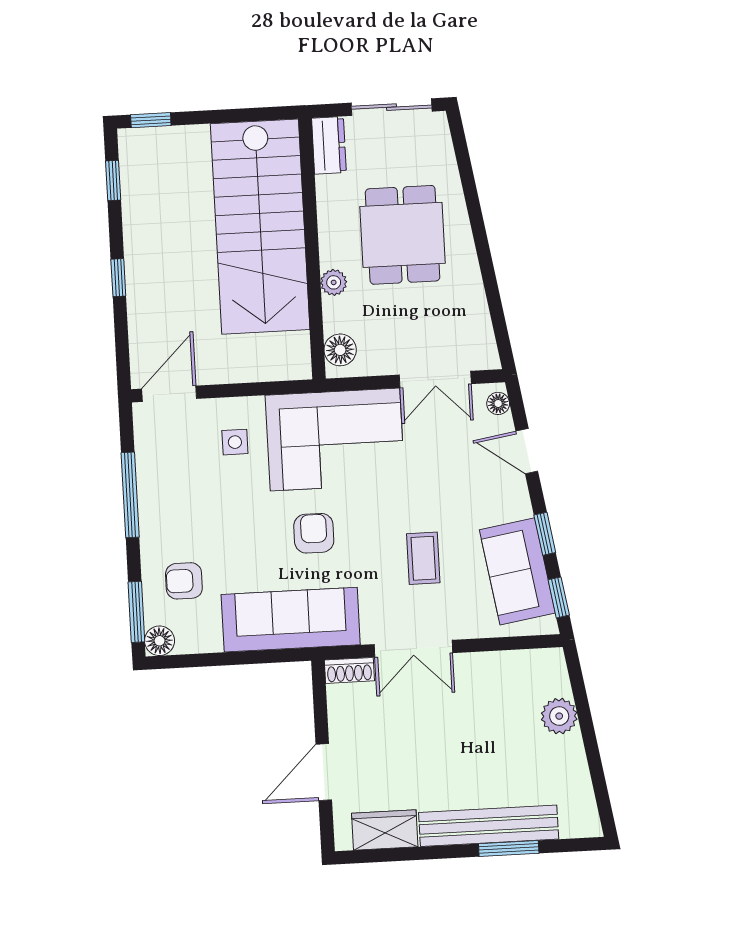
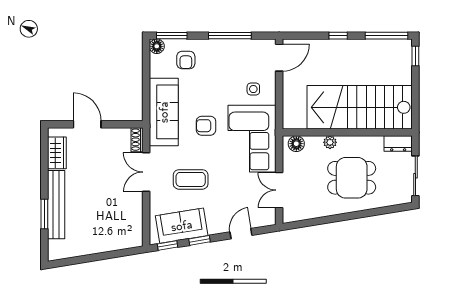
window: (113, 180) -> (386, 36), width x2.17
door: (169, 394) -> (279, 58), hinge flipped
floor lamp: (498, 403) -> (265, 221), removed
armchair: (314, 533) -> (206, 126), turned 180
coffee table: (423, 558) -> (191, 179), width x1.36, depth x1.30
armchair: (184, 581) -> (186, 60), turned 180
plant: (559, 716) -> (109, 243), removed

